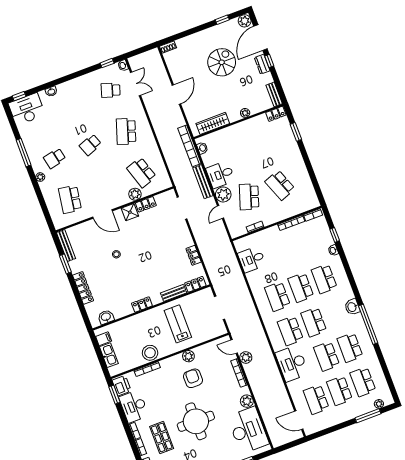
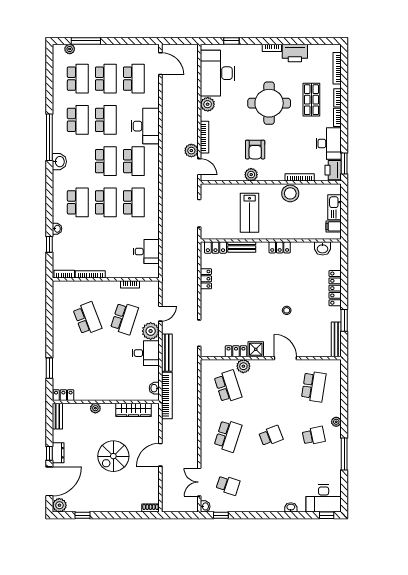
spiral stairs: (222, 62) -> (113, 456), moved

